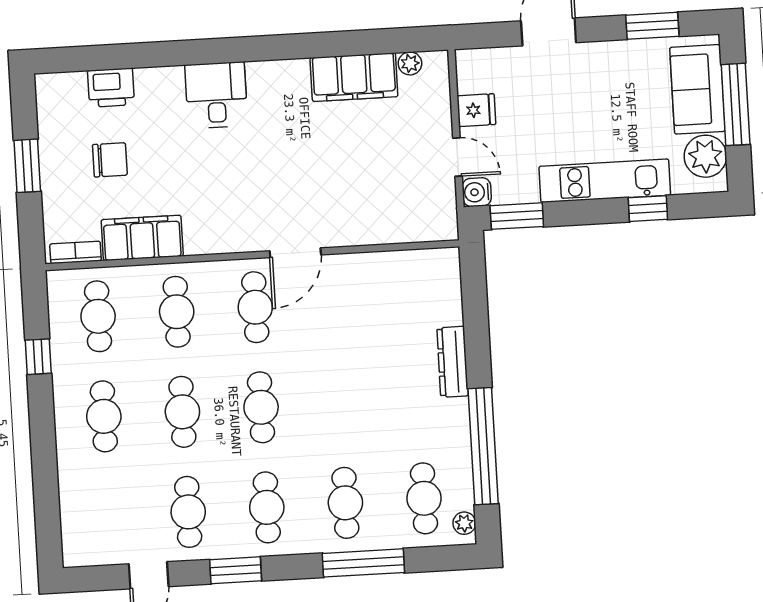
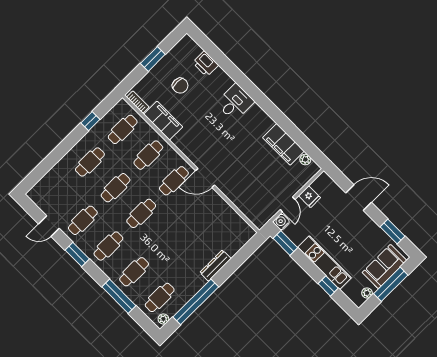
plant: (705, 156) -> (367, 293), width x0.53, depth x0.53

